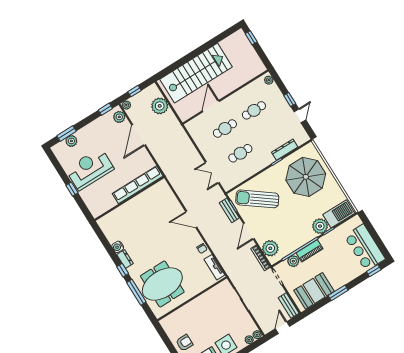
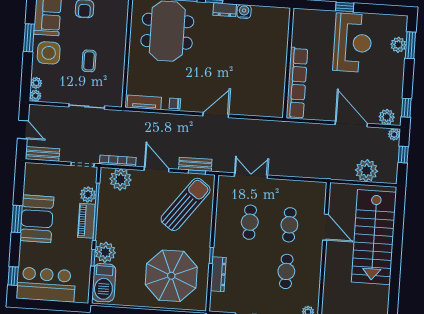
booth: (314, 291) -> (37, 219), moved
coffee table: (213, 318) -> (89, 61), added

